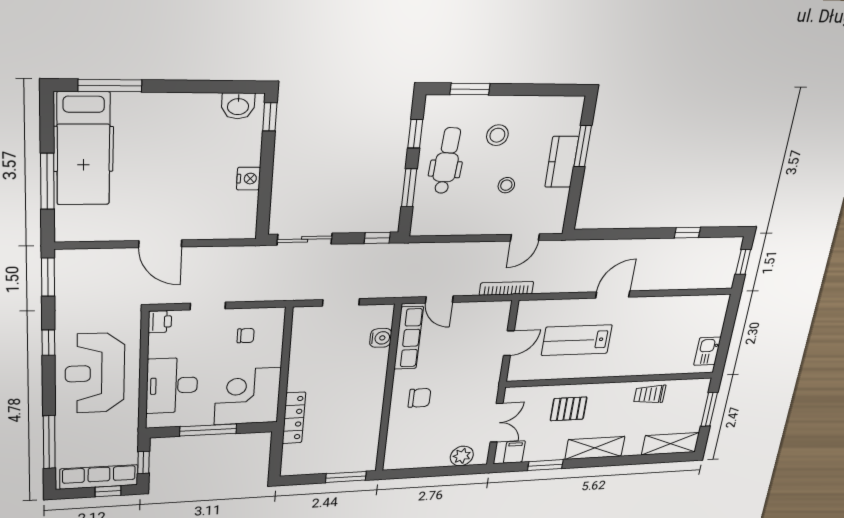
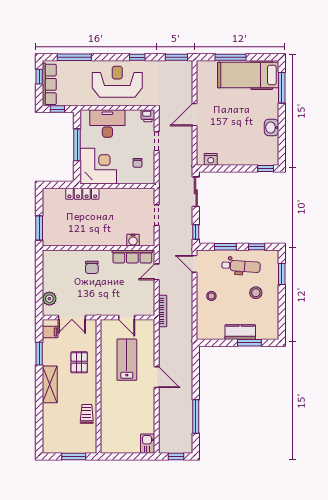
washbasin: (238, 106) -> (272, 127), moved
nightstand: (249, 179) -> (211, 159), moved
stool: (506, 185) -> (211, 296), moved
window: (687, 233) -> (196, 417), width x2.17
door: (525, 237) -> (195, 264), moved
kitchen sink: (707, 351) -> (148, 444), moved, turned -90
shelving: (670, 444) -> (50, 435), removed
window: (108, 491) -> (39, 77), moved

